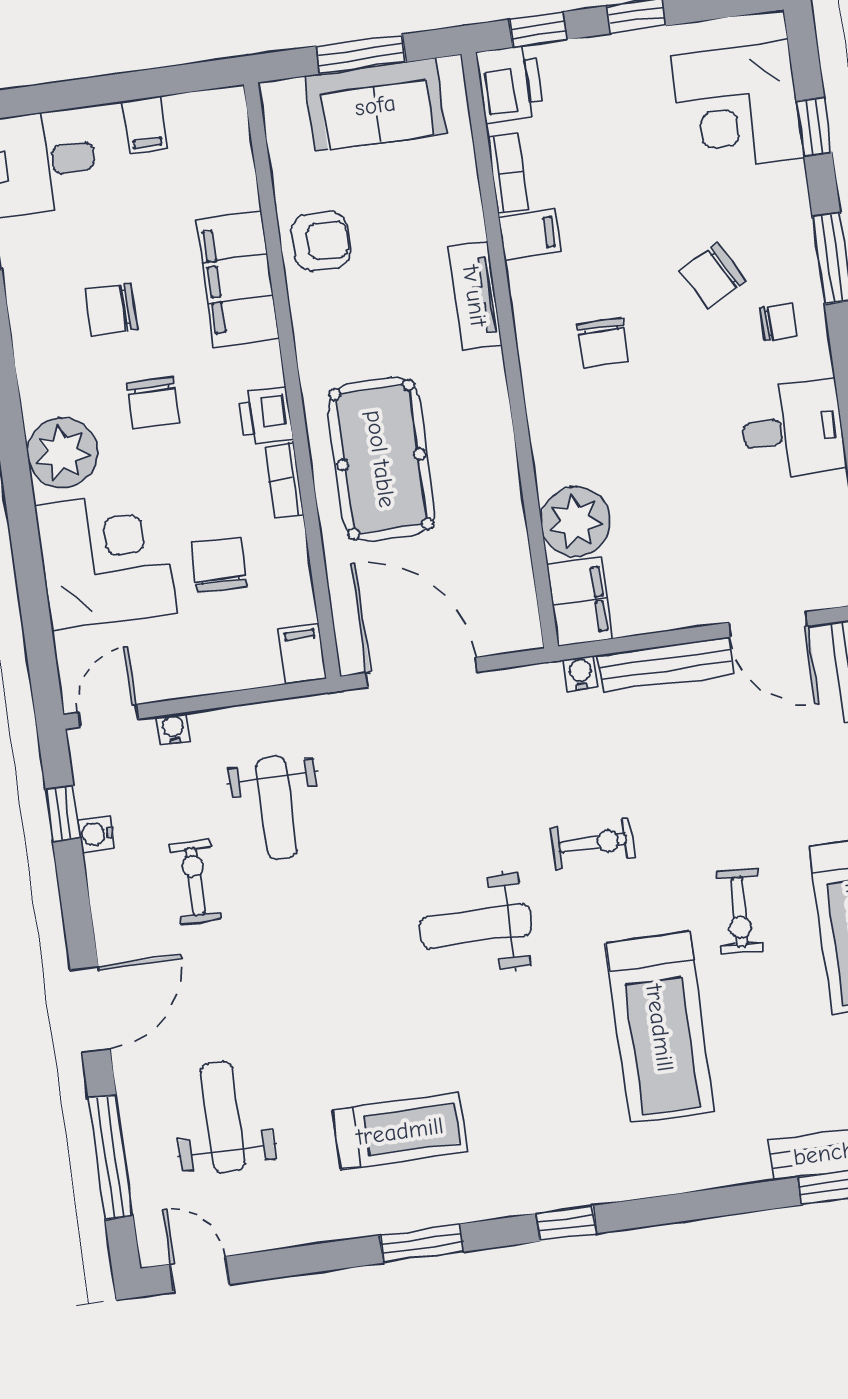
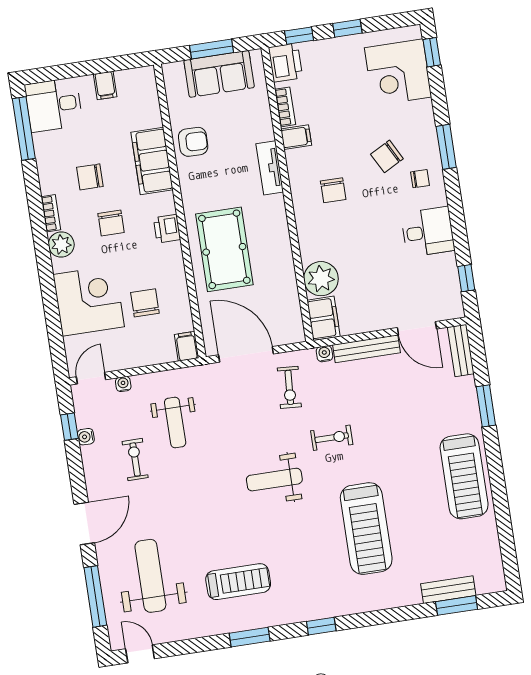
window: (814, 127) -> (432, 52), moved
plant: (62, 453) -> (61, 245), width x0.73, depth x0.73
bookcase: (284, 480) -> (51, 213), moved, turned 180
exercise bike: (739, 912) -> (289, 387), moved
weight bench: (223, 1117) -> (150, 576), width x1.36, depth x1.33

